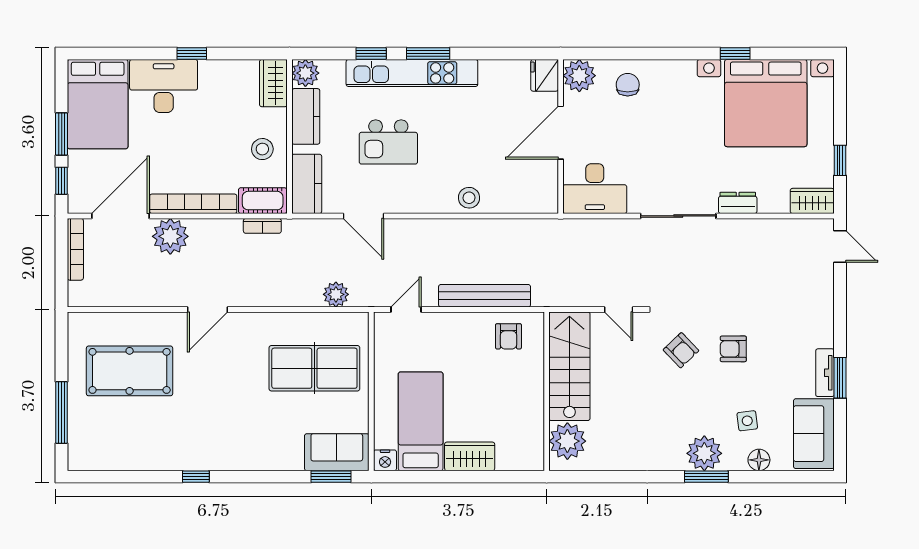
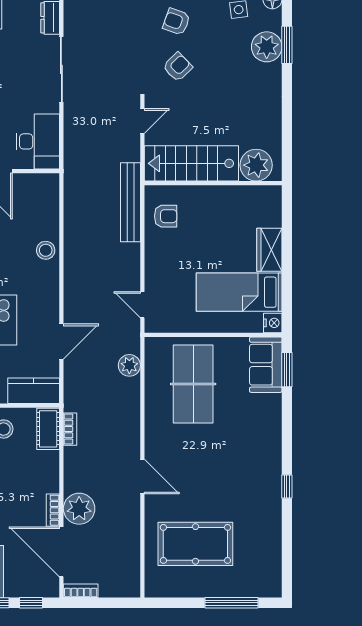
bookcase: (193, 204) -> (53, 510), width x0.43, depth x0.76
bookcase: (75, 249) -> (81, 591), width x0.64
bench: (485, 296) -> (130, 202), moved
armchair: (733, 349) -> (176, 22), turned 110
pool table: (130, 371) -> (195, 544), turned 90

